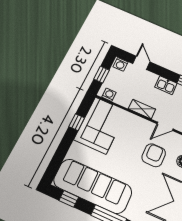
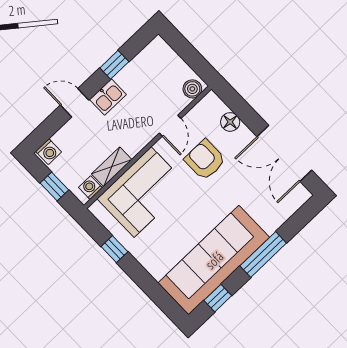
door: (141, 63) -> (75, 103), moved
shelving: (142, 109) -> (112, 167), moved
corner sofa: (101, 125) -> (143, 192), moved, turned 90

